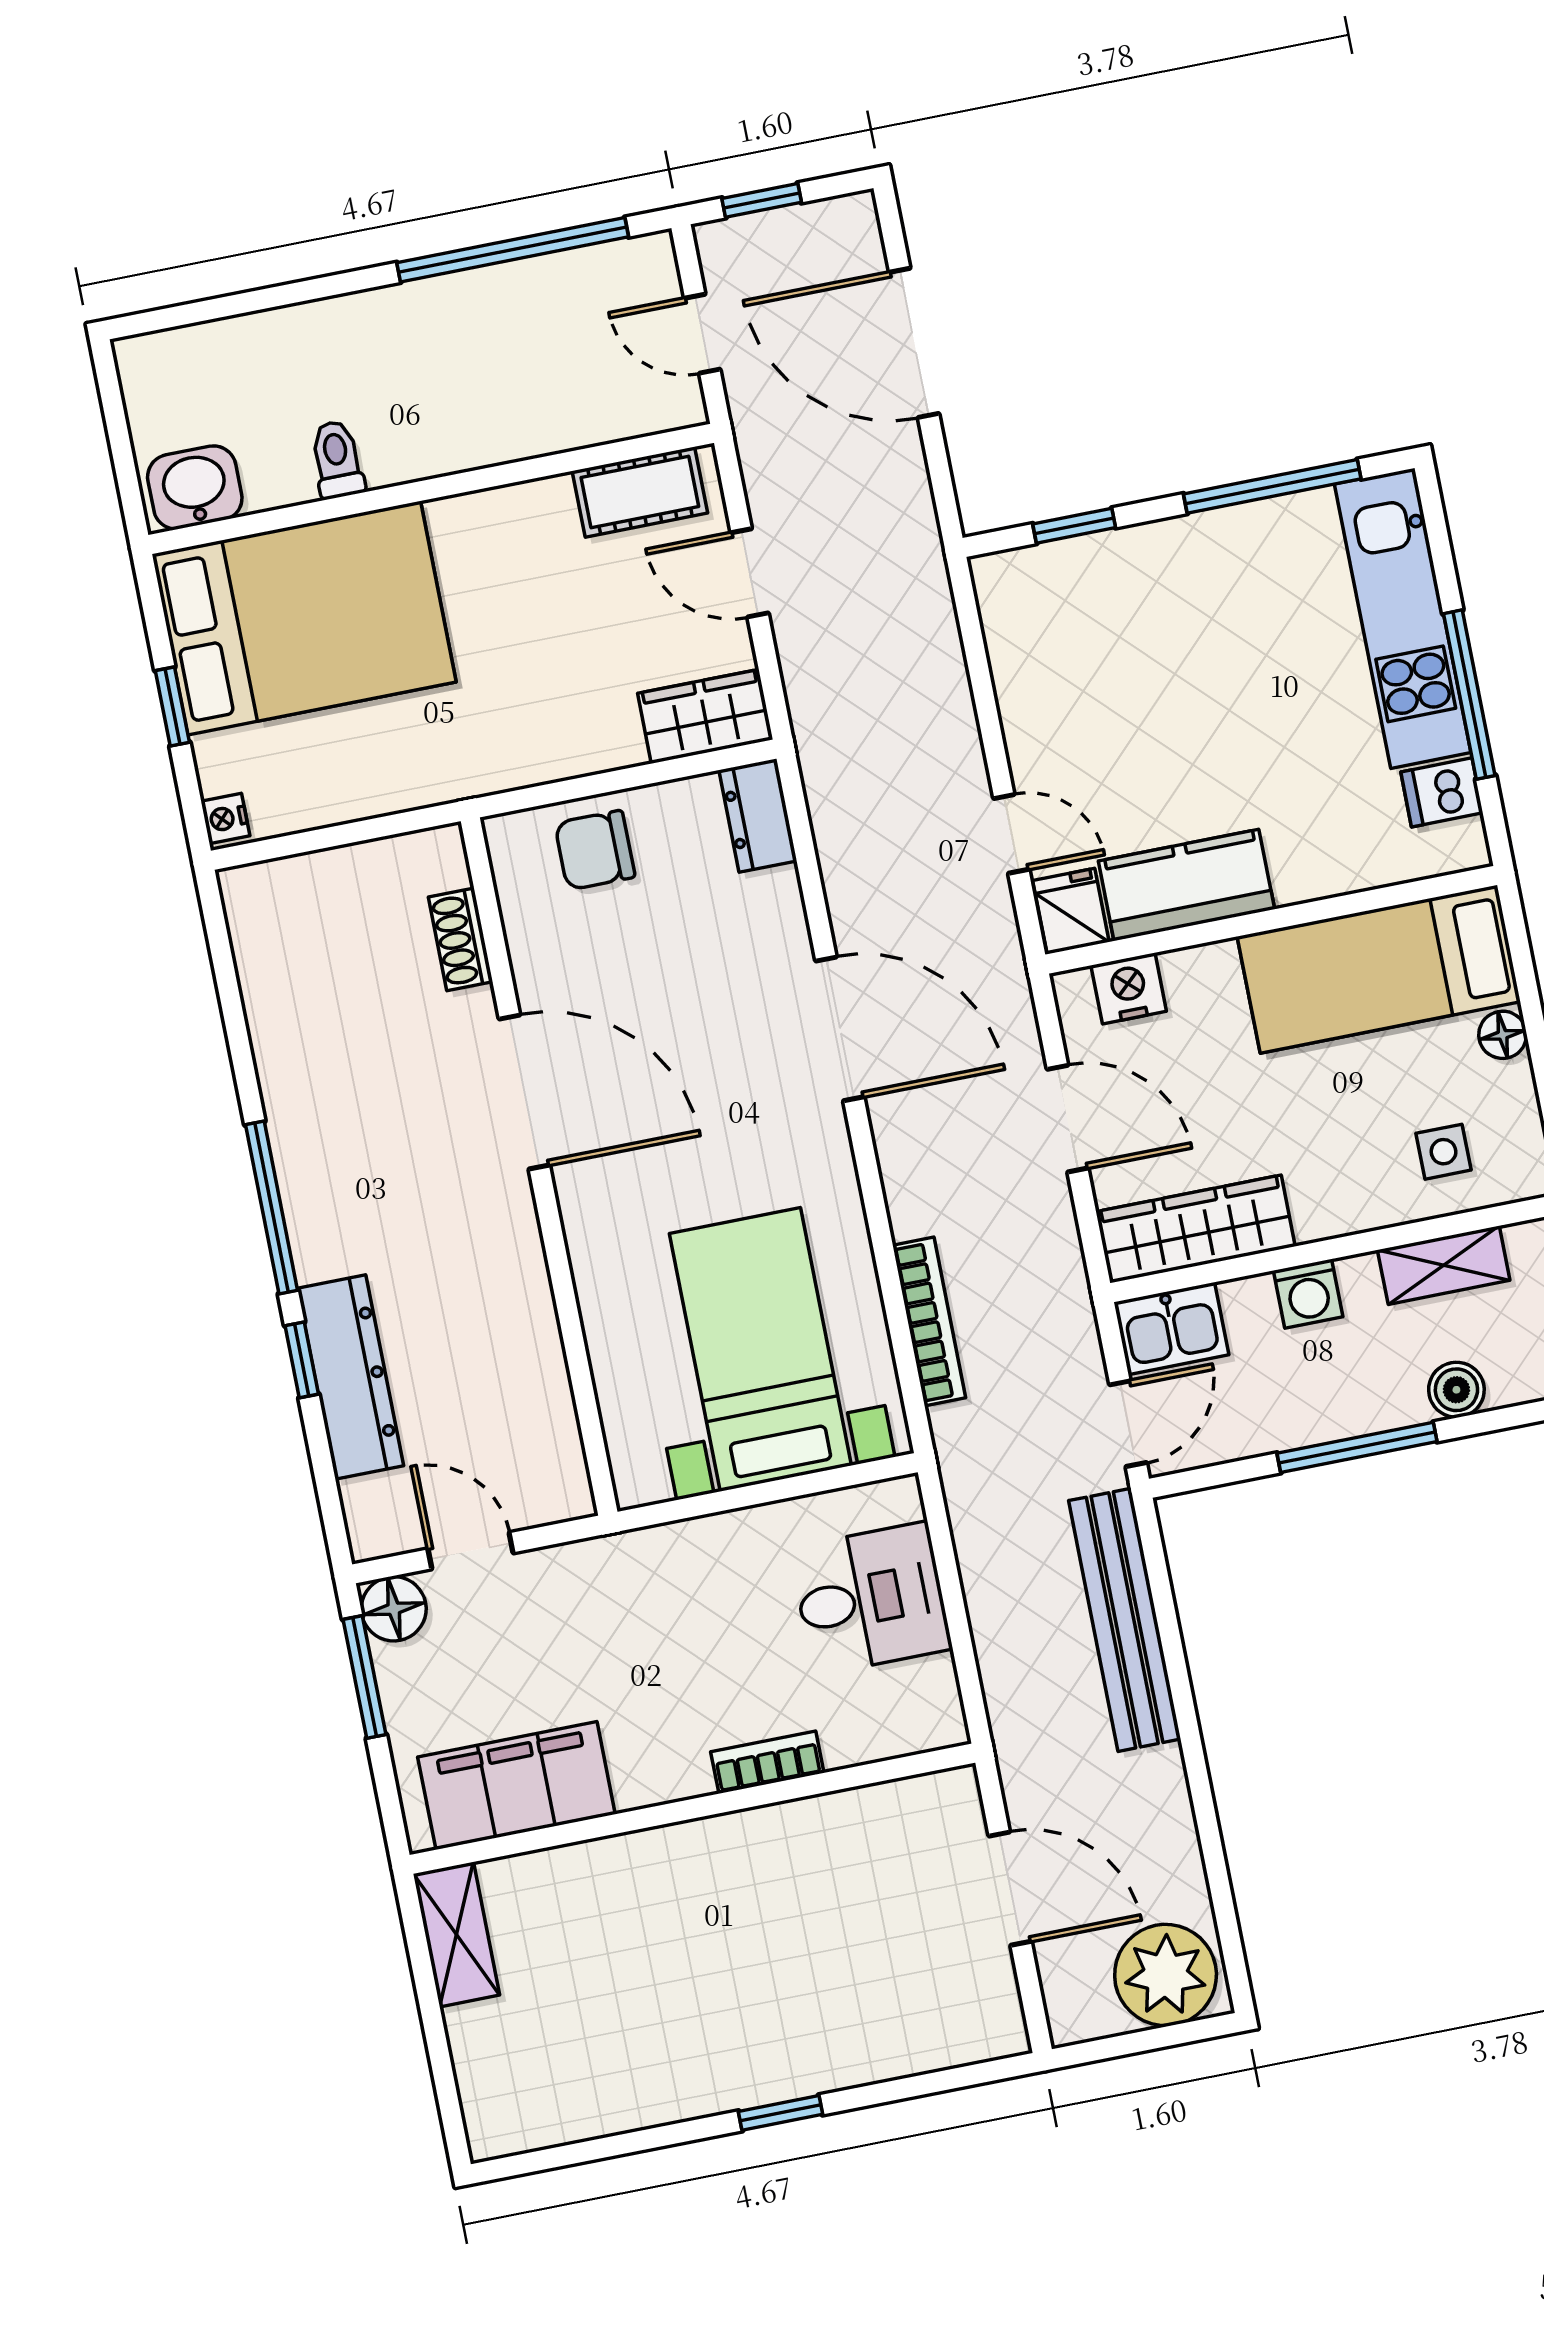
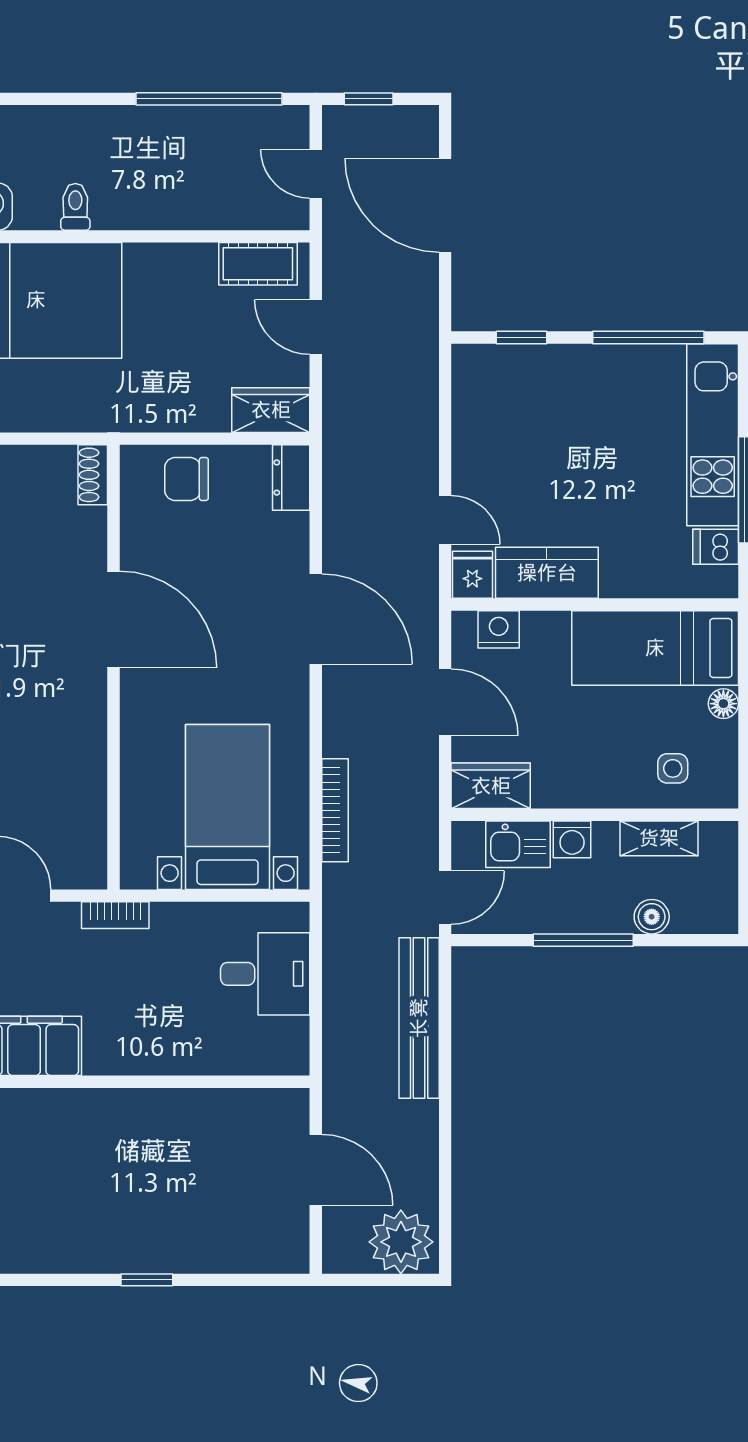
shoe rack: (460, 939) -> (93, 475), moved
wardrobe: (1196, 1229) -> (491, 786), width x0.67
kitchen sink: (1171, 1329) -> (518, 844), moved
bookcase: (767, 1762) -> (115, 915), moved, turned 180

